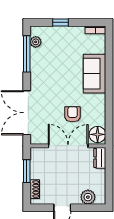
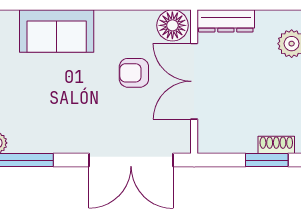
dresser: (100, 158) -> (226, 21), width x1.44
window: (27, 171) -> (267, 160), moved

